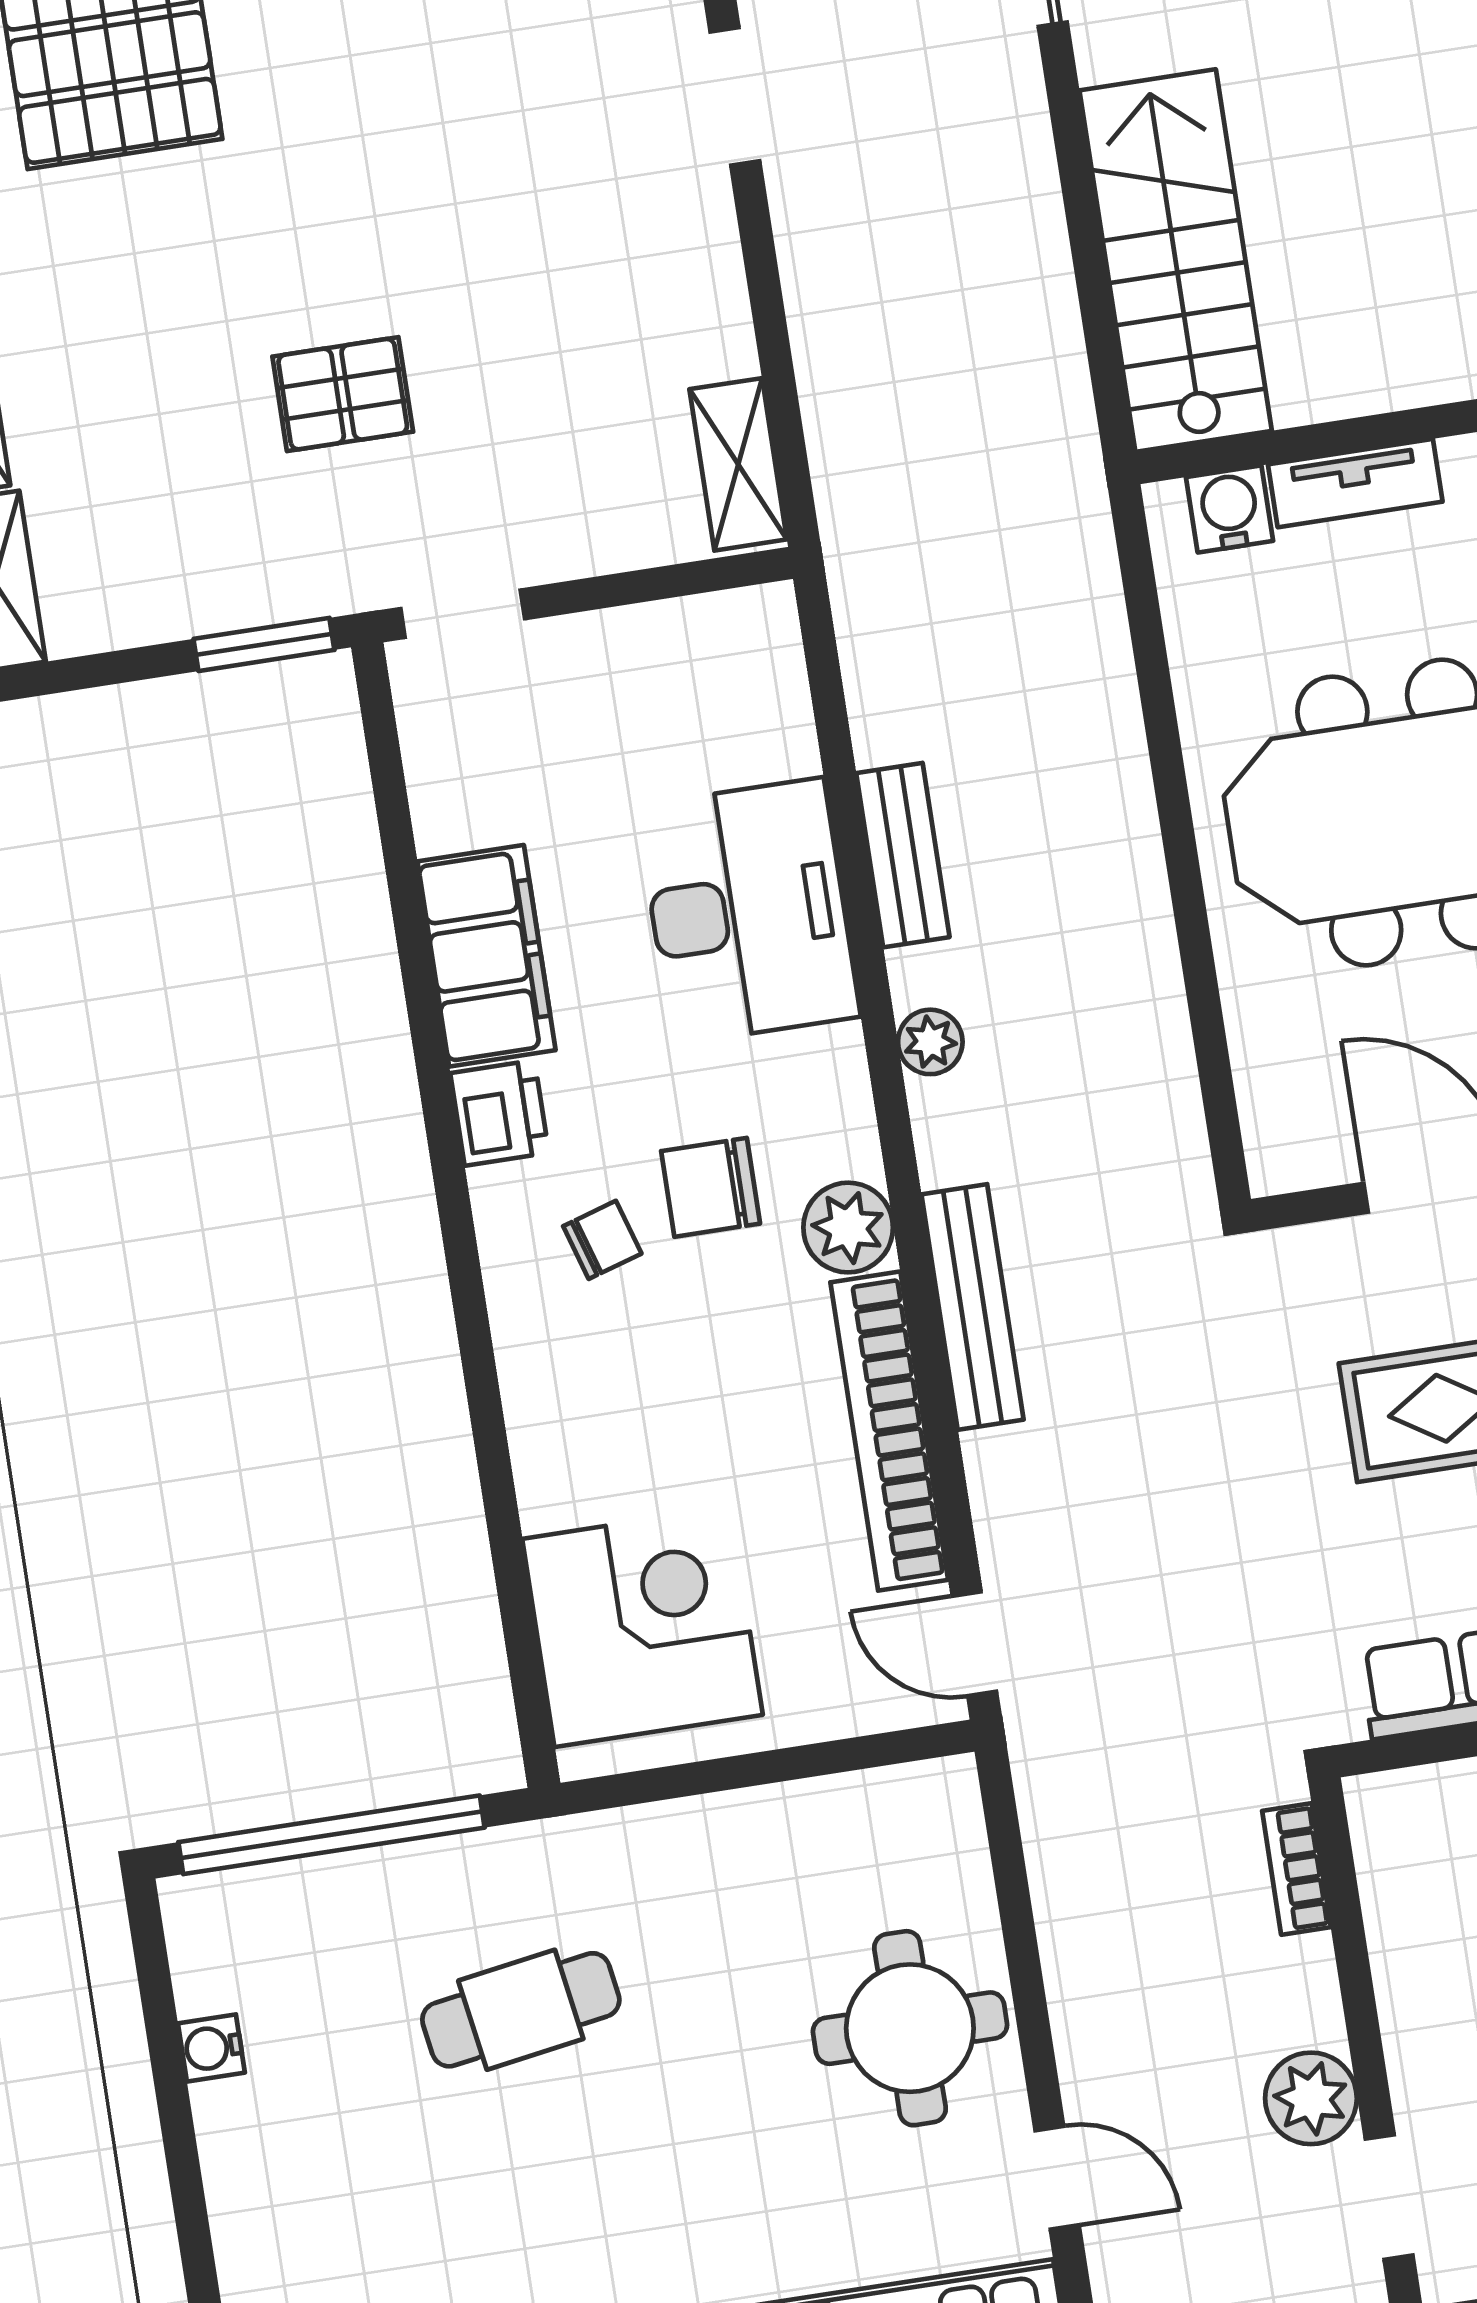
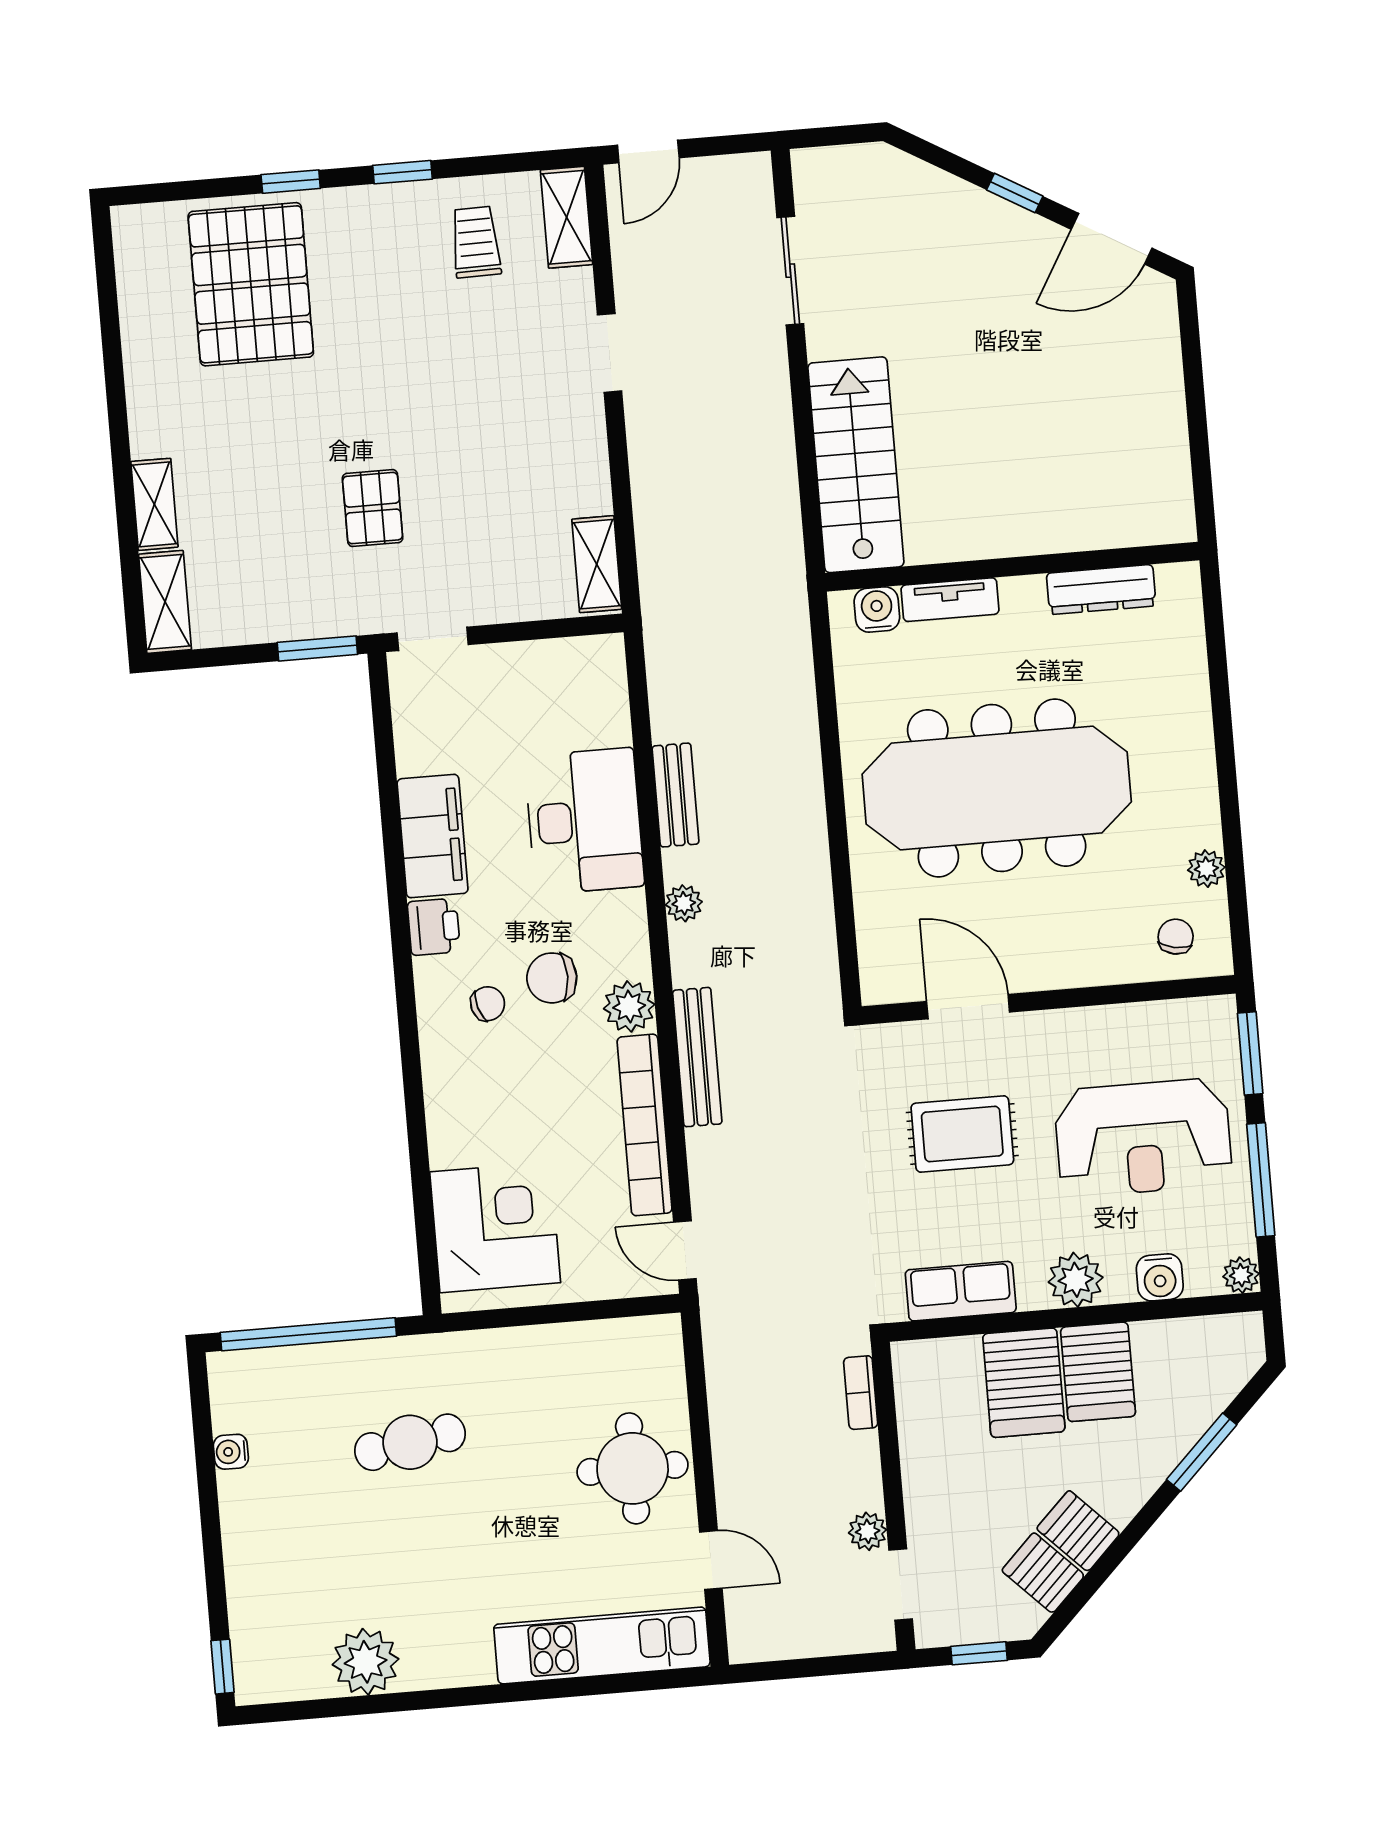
pallet: (343, 394) -> (373, 508), turned 90
plant: (1311, 2098) -> (868, 1531), width x0.73, depth x0.73

